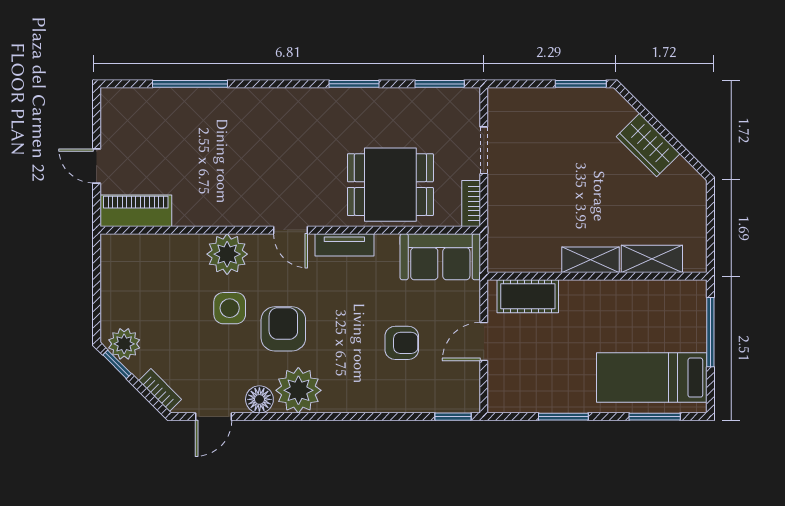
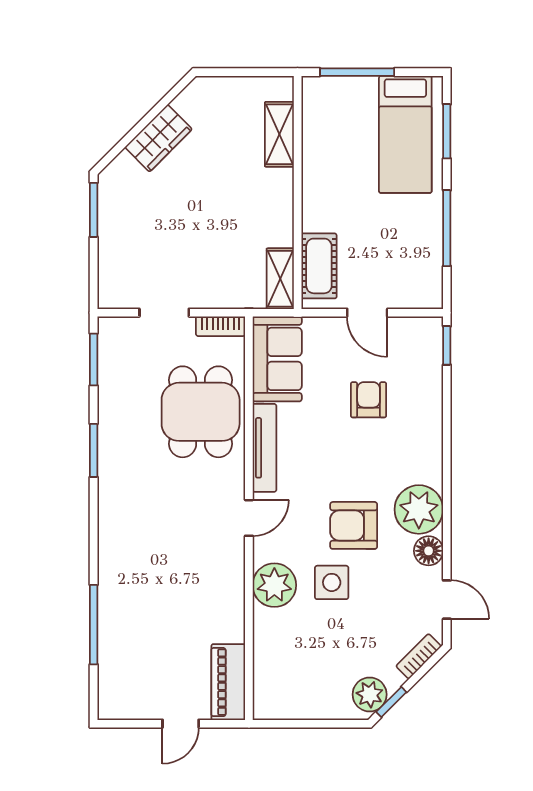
tv unit: (344, 245) -> (264, 448), width x1.41
shelving: (590, 260) -> (280, 279), moved
window: (563, 417) -> (447, 228), width x1.44

